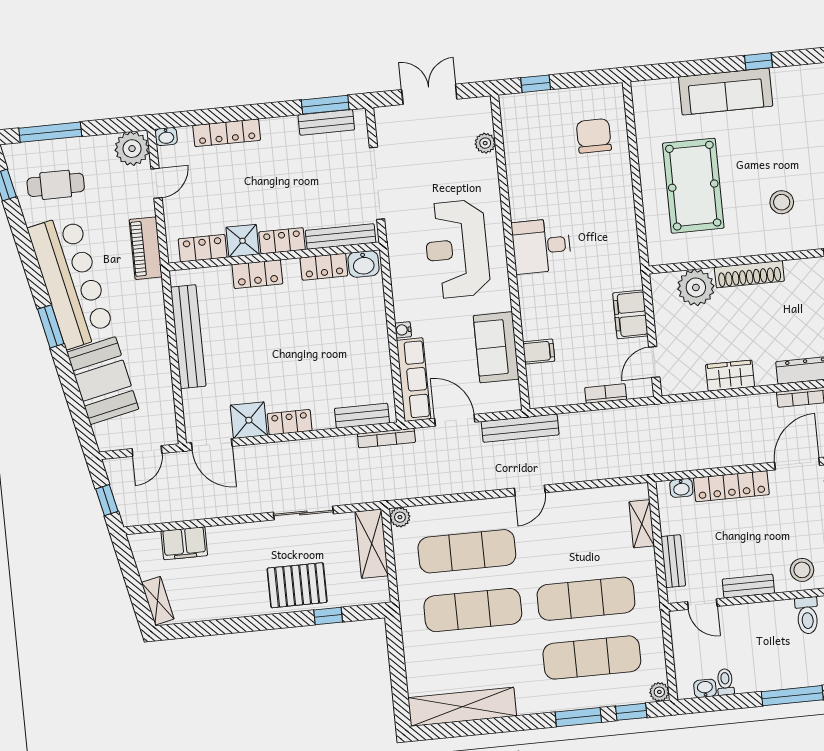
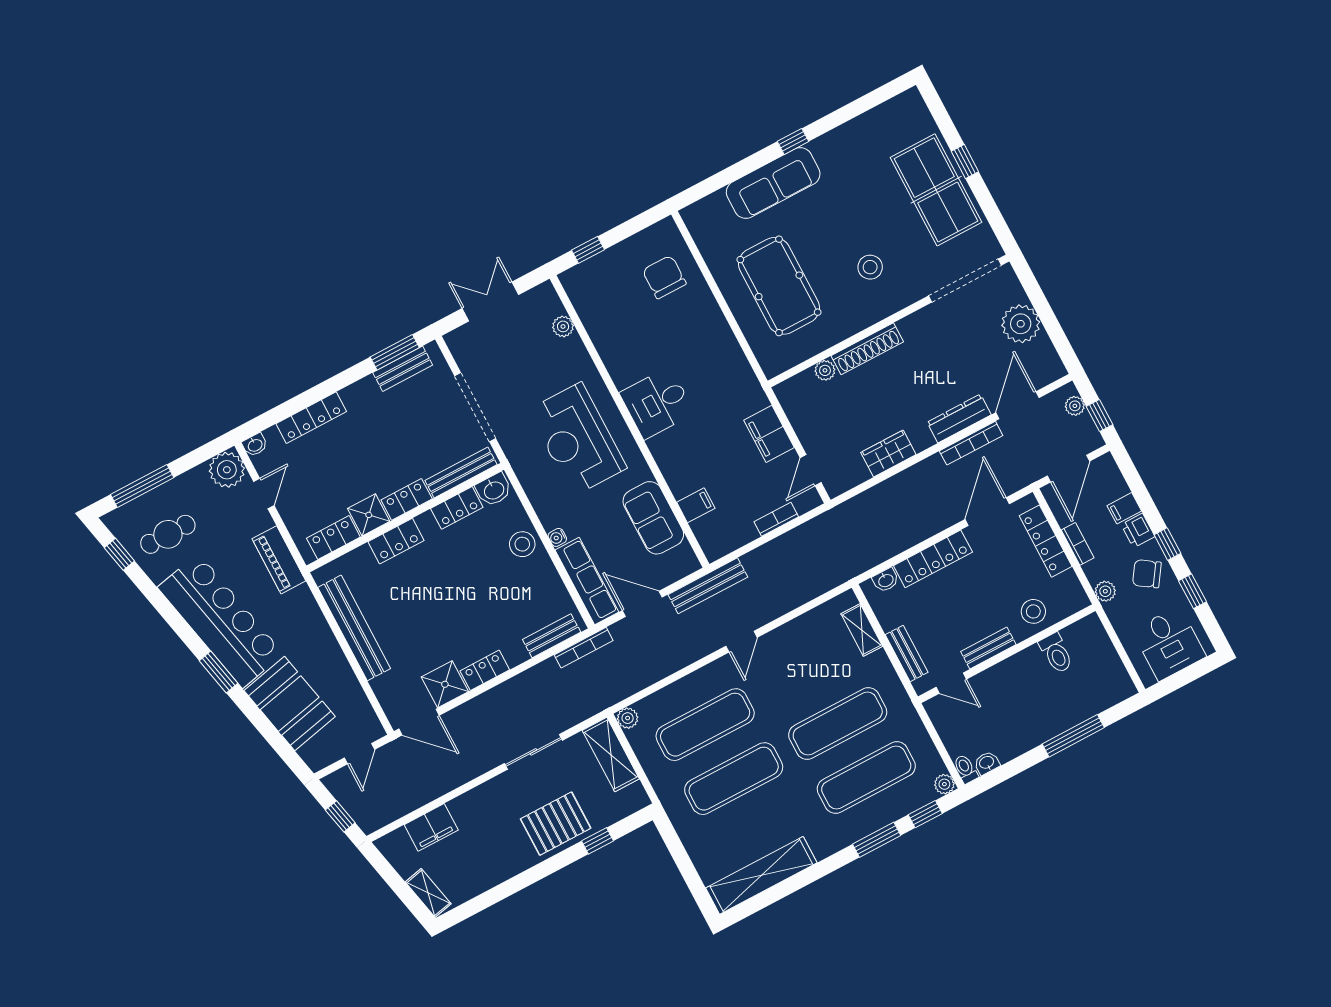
plant: (696, 287) -> (825, 370), width x0.53, depth x0.53
stool: (369, 323) -> (522, 544), added
toilet: (725, 682) -> (966, 769), moved

